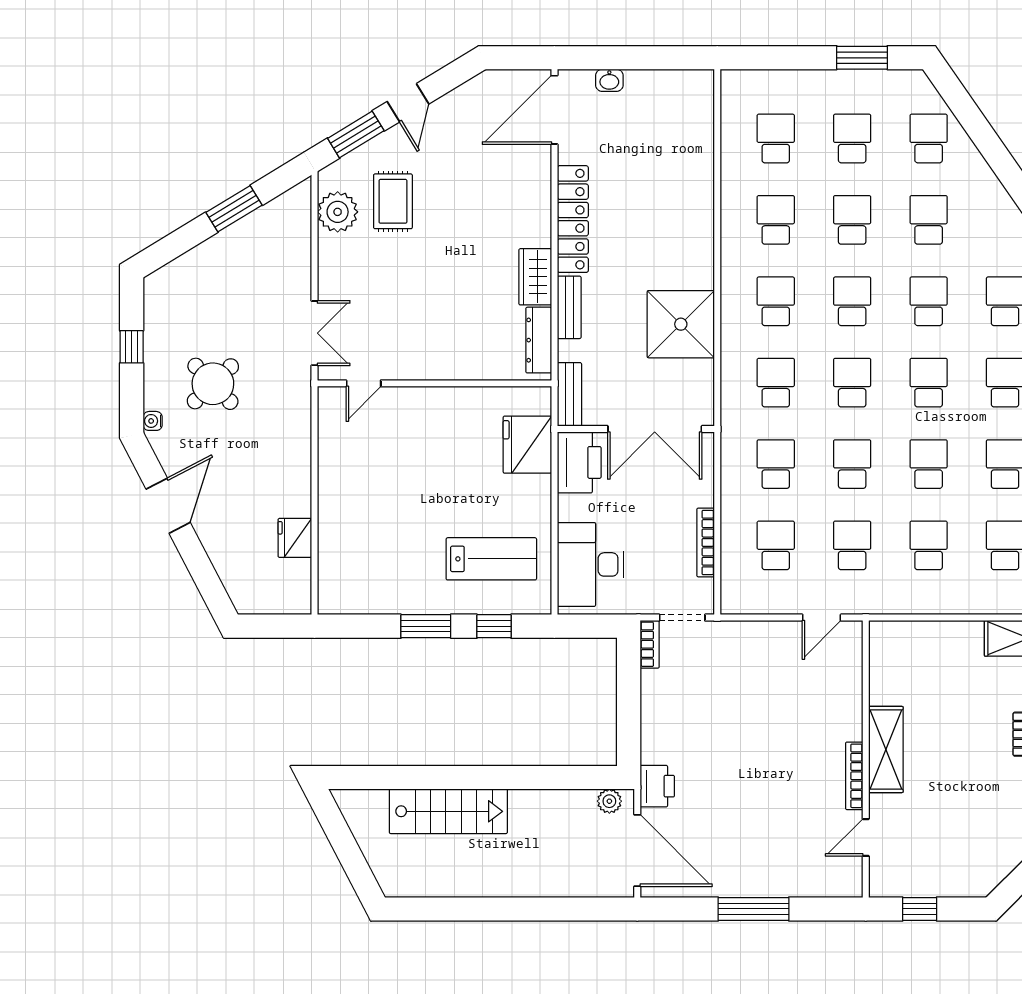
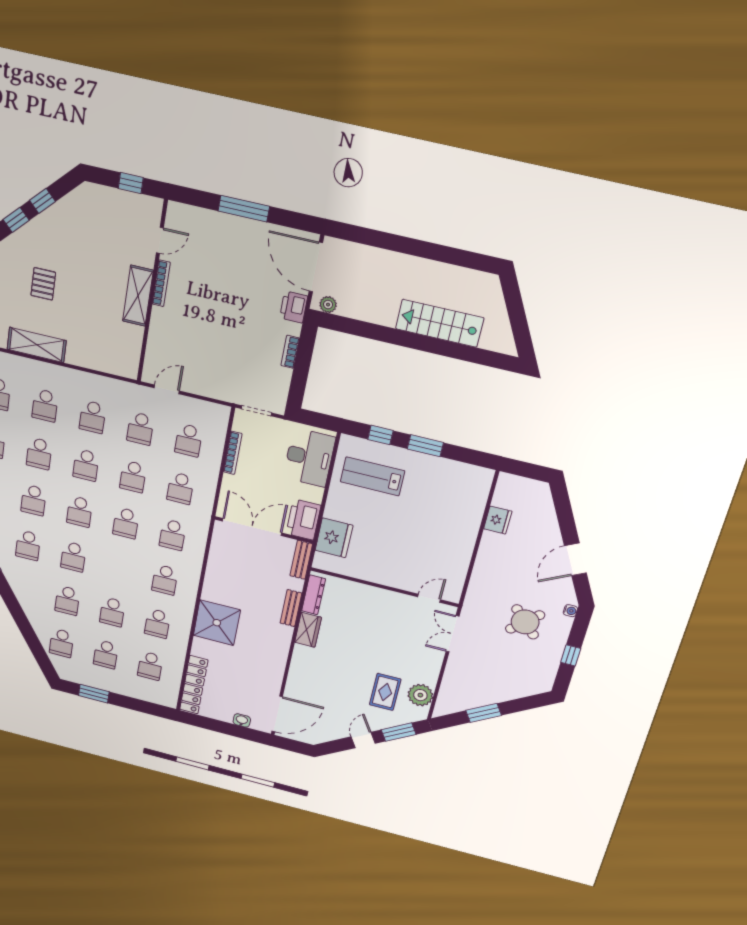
locker: (573, 219) -> (194, 685), moved, turned 180
school desk: (852, 301) -> (119, 568), removed
shower: (681, 324) -> (217, 623), moved
bookcase: (650, 644) -> (290, 352), moved

